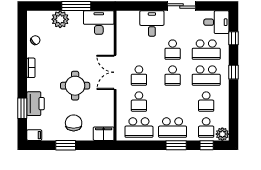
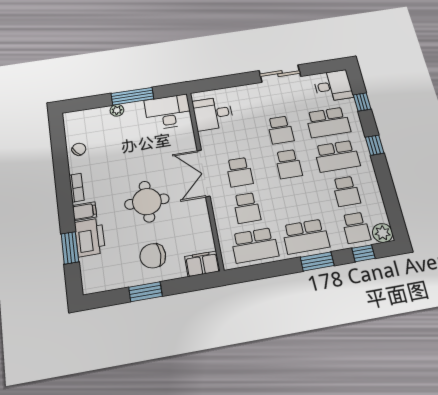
plant: (60, 19) -> (117, 110), width x0.53, depth x0.53
desk: (152, 24) -> (213, 113), moved, turned -90
chair: (74, 123) -> (153, 256), turned -90
filing cabinet: (34, 135) -> (85, 211), moved

